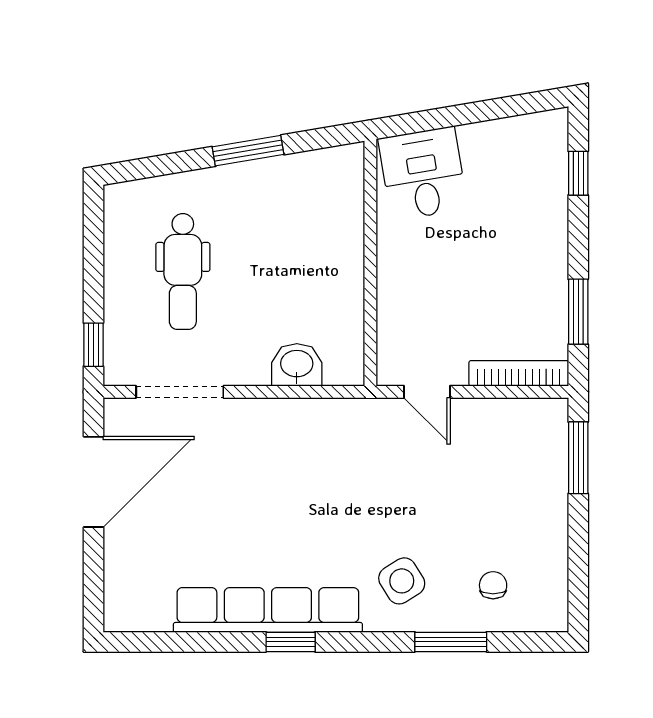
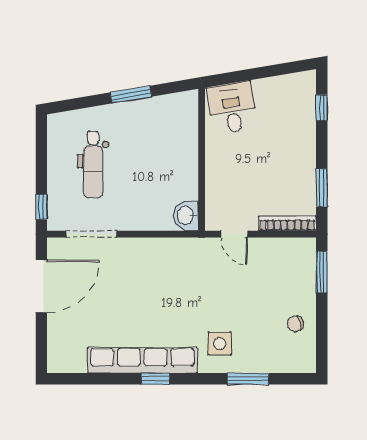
washbasin: (297, 365) -> (186, 215), moved, turned -90
side table: (402, 581) -> (220, 343), turned 32
chair: (493, 585) -> (295, 324), moved, turned -102

